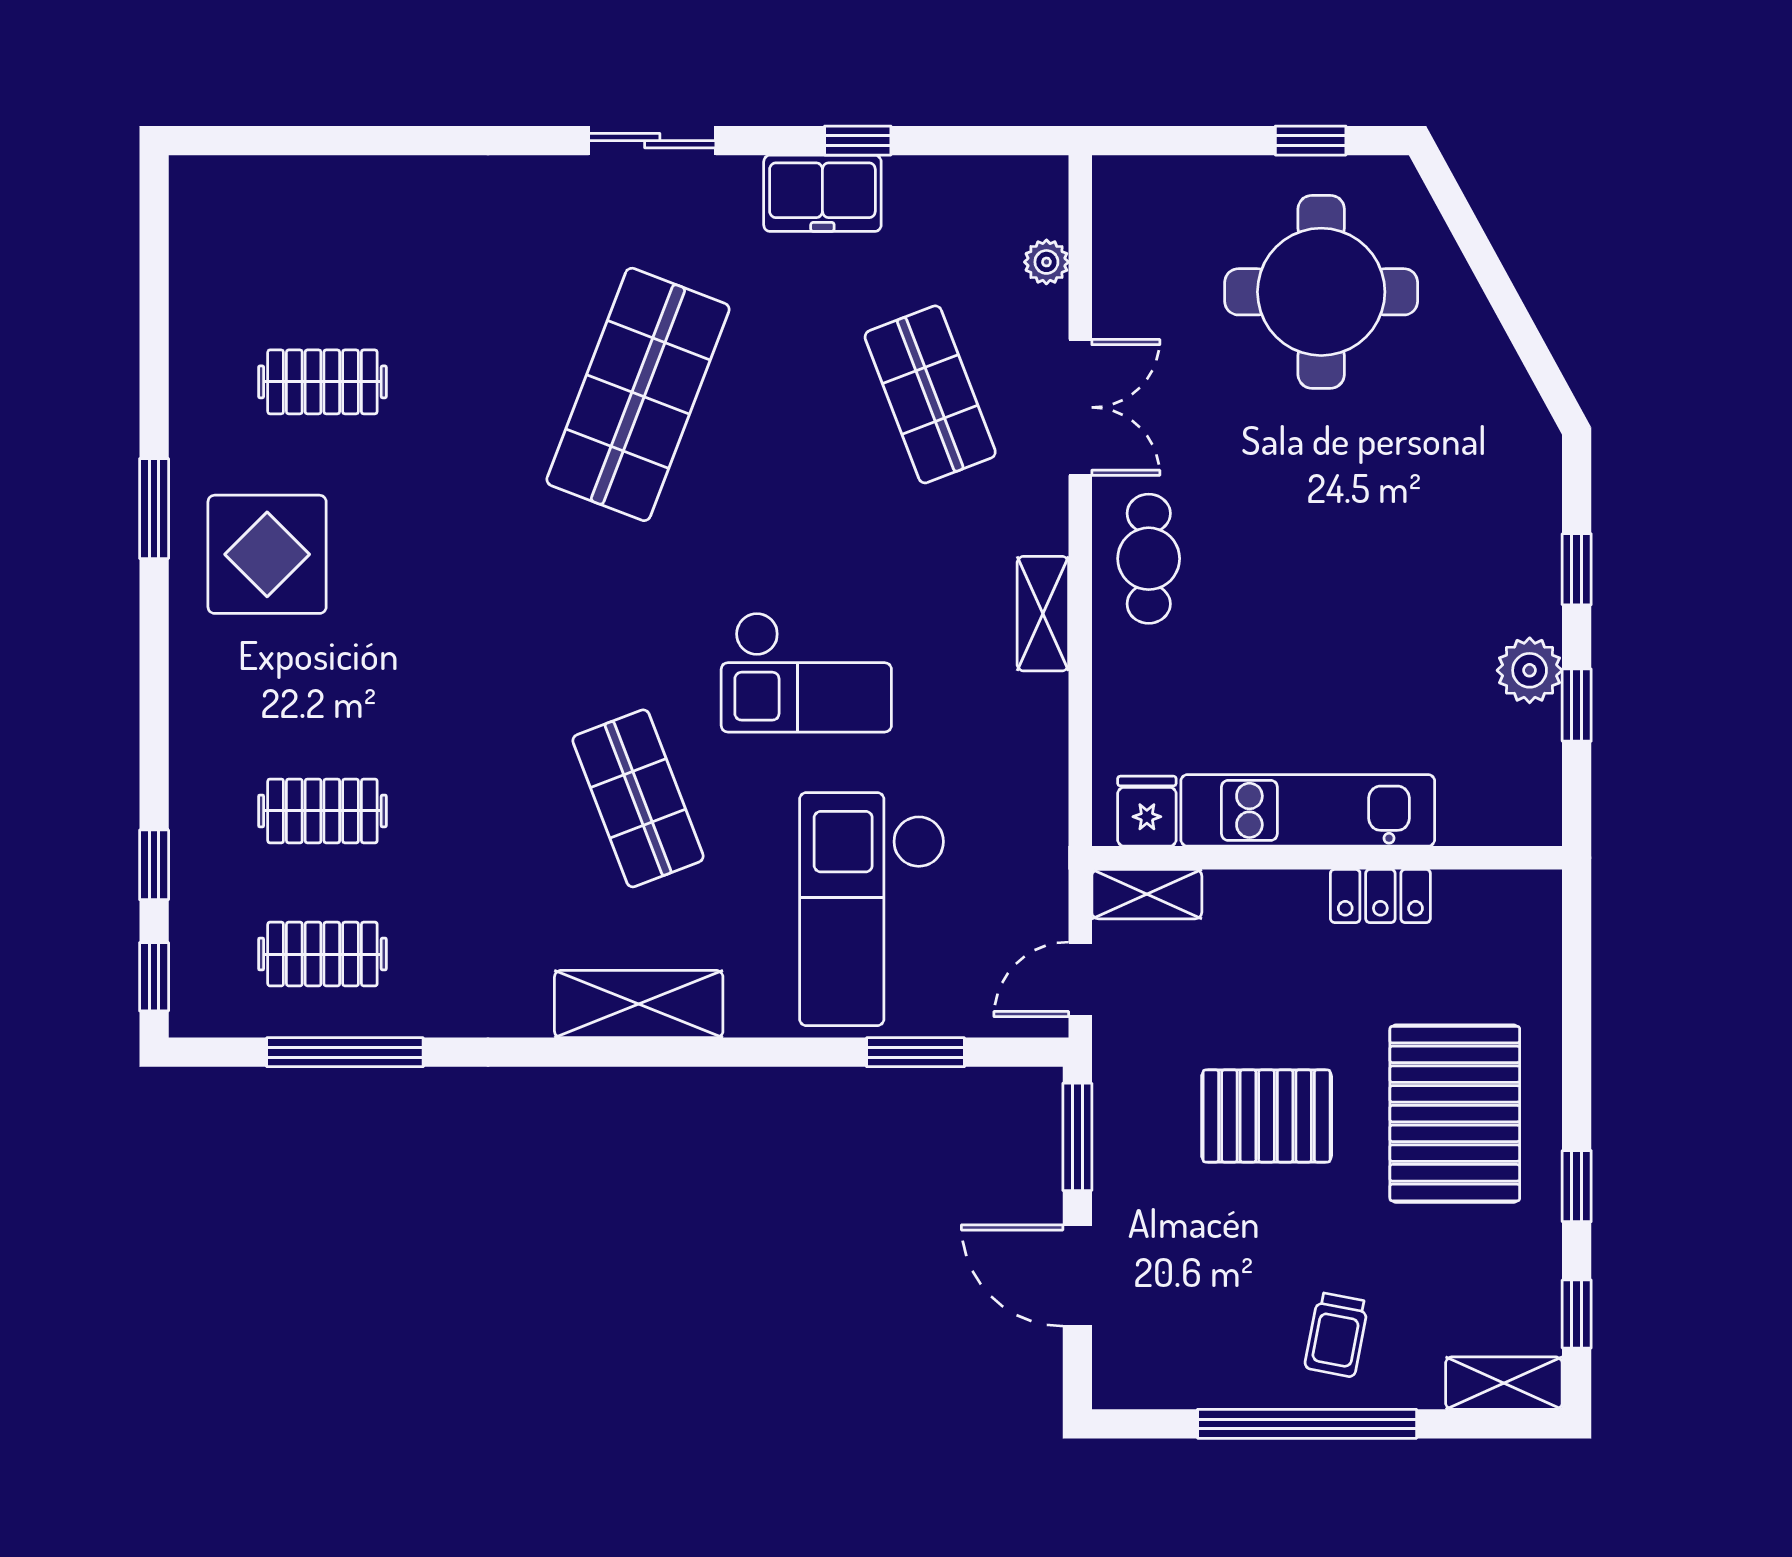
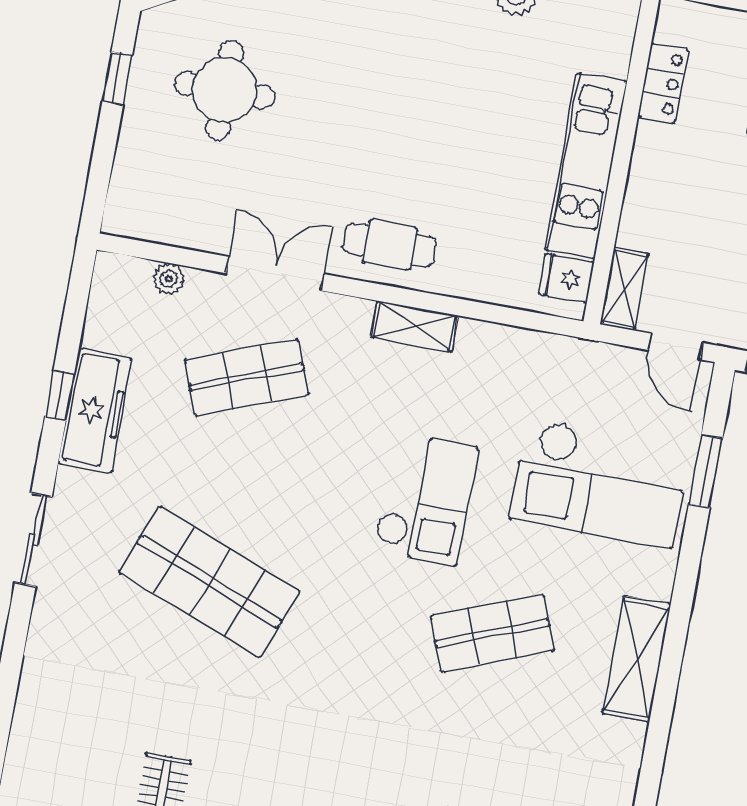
freezer: (822, 193) -> (95, 411), width x1.40
round table: (1321, 292) -> (225, 90), width x0.73, depth x0.73
locker: (1380, 896) -> (663, 83), moved

